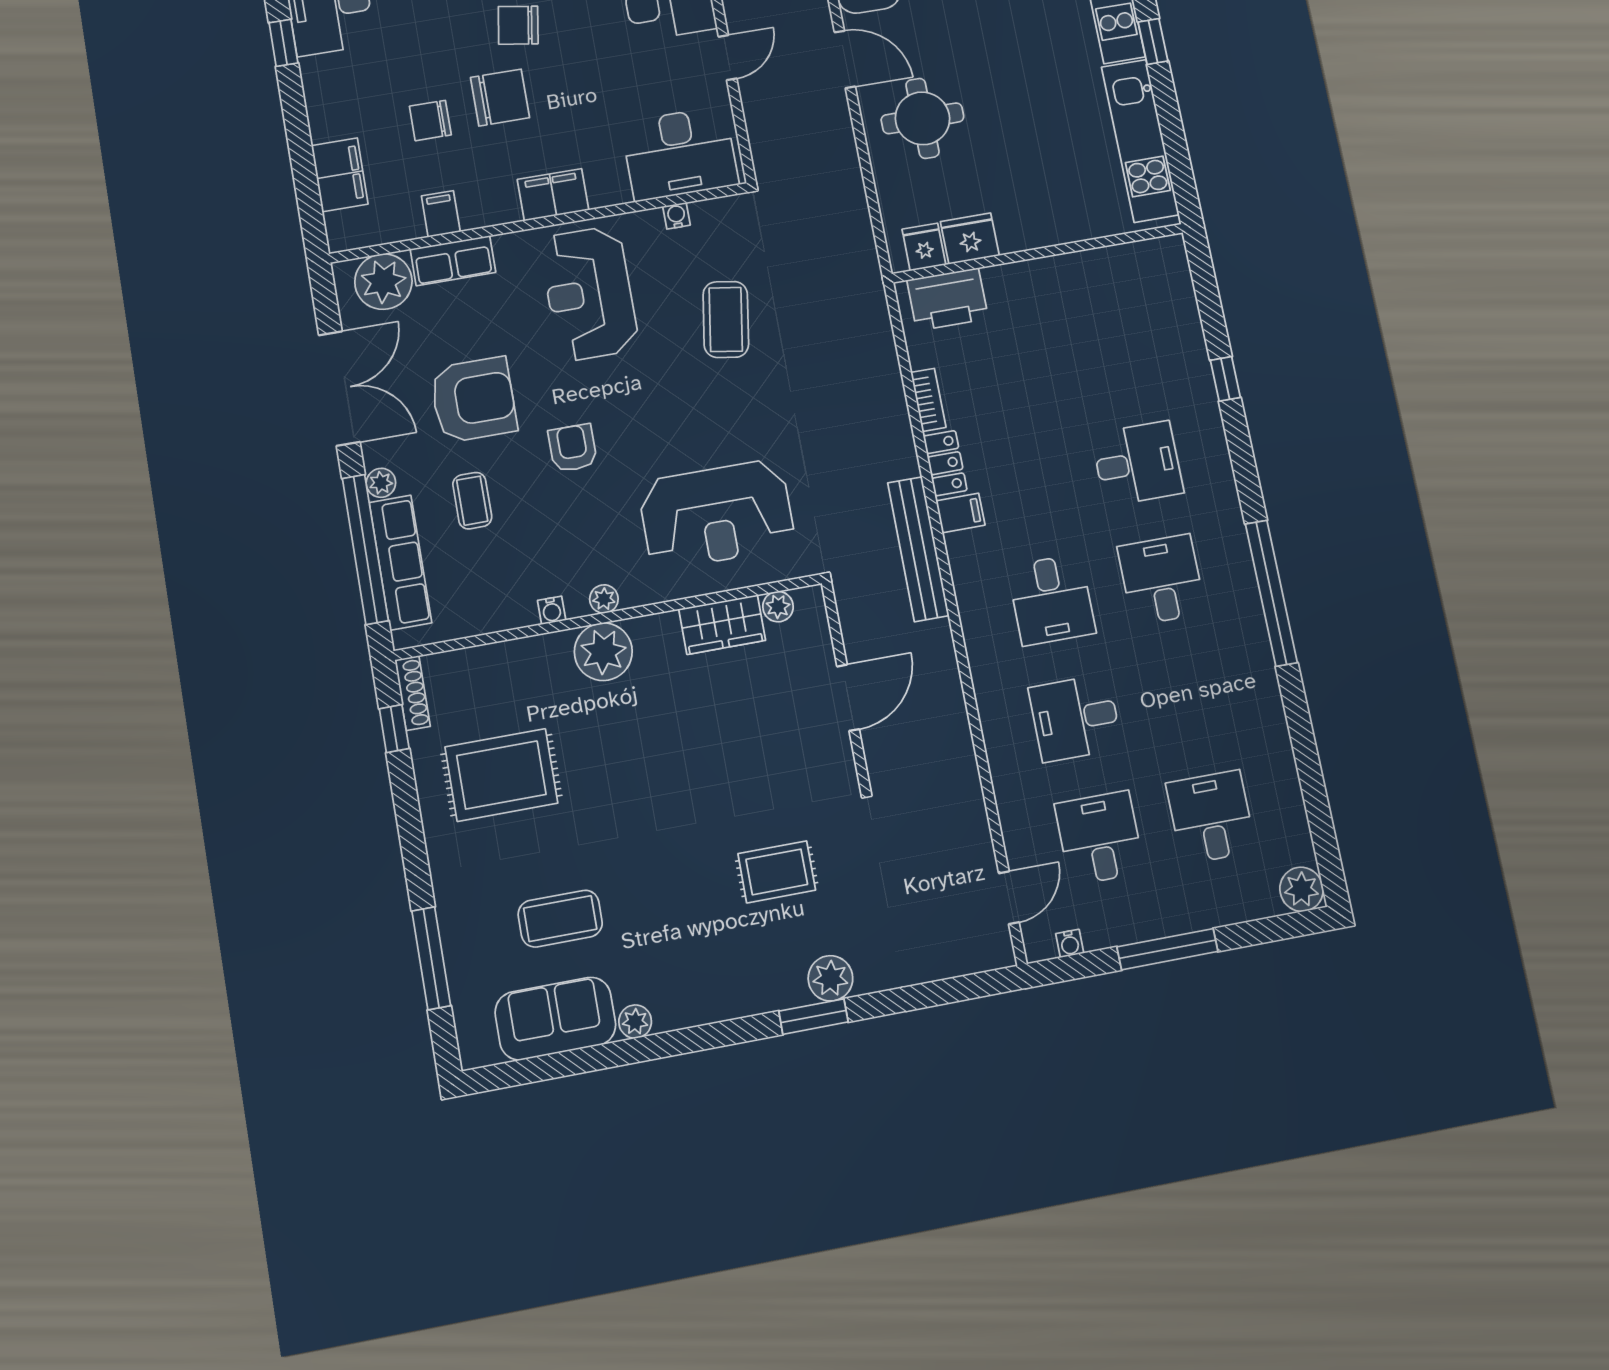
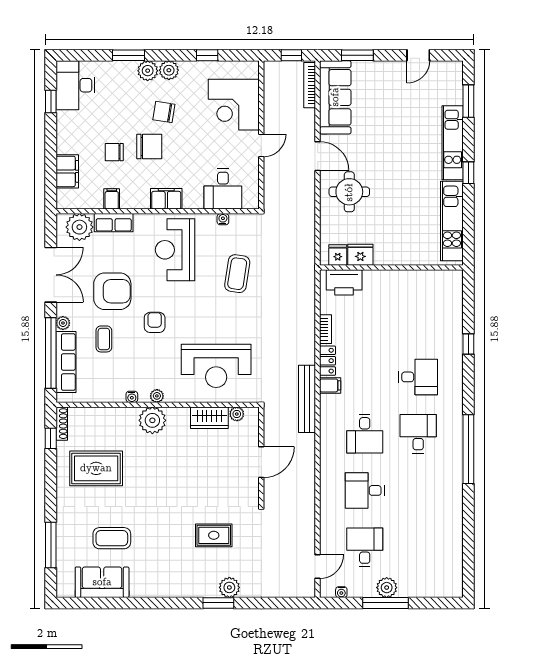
desk: (680, 154) -> (223, 189), width x0.73
desk: (1211, 817) -> (418, 547), removed
plant: (1301, 889) -> (387, 588), moved
plant: (635, 1022) -> (138, 590), removed

